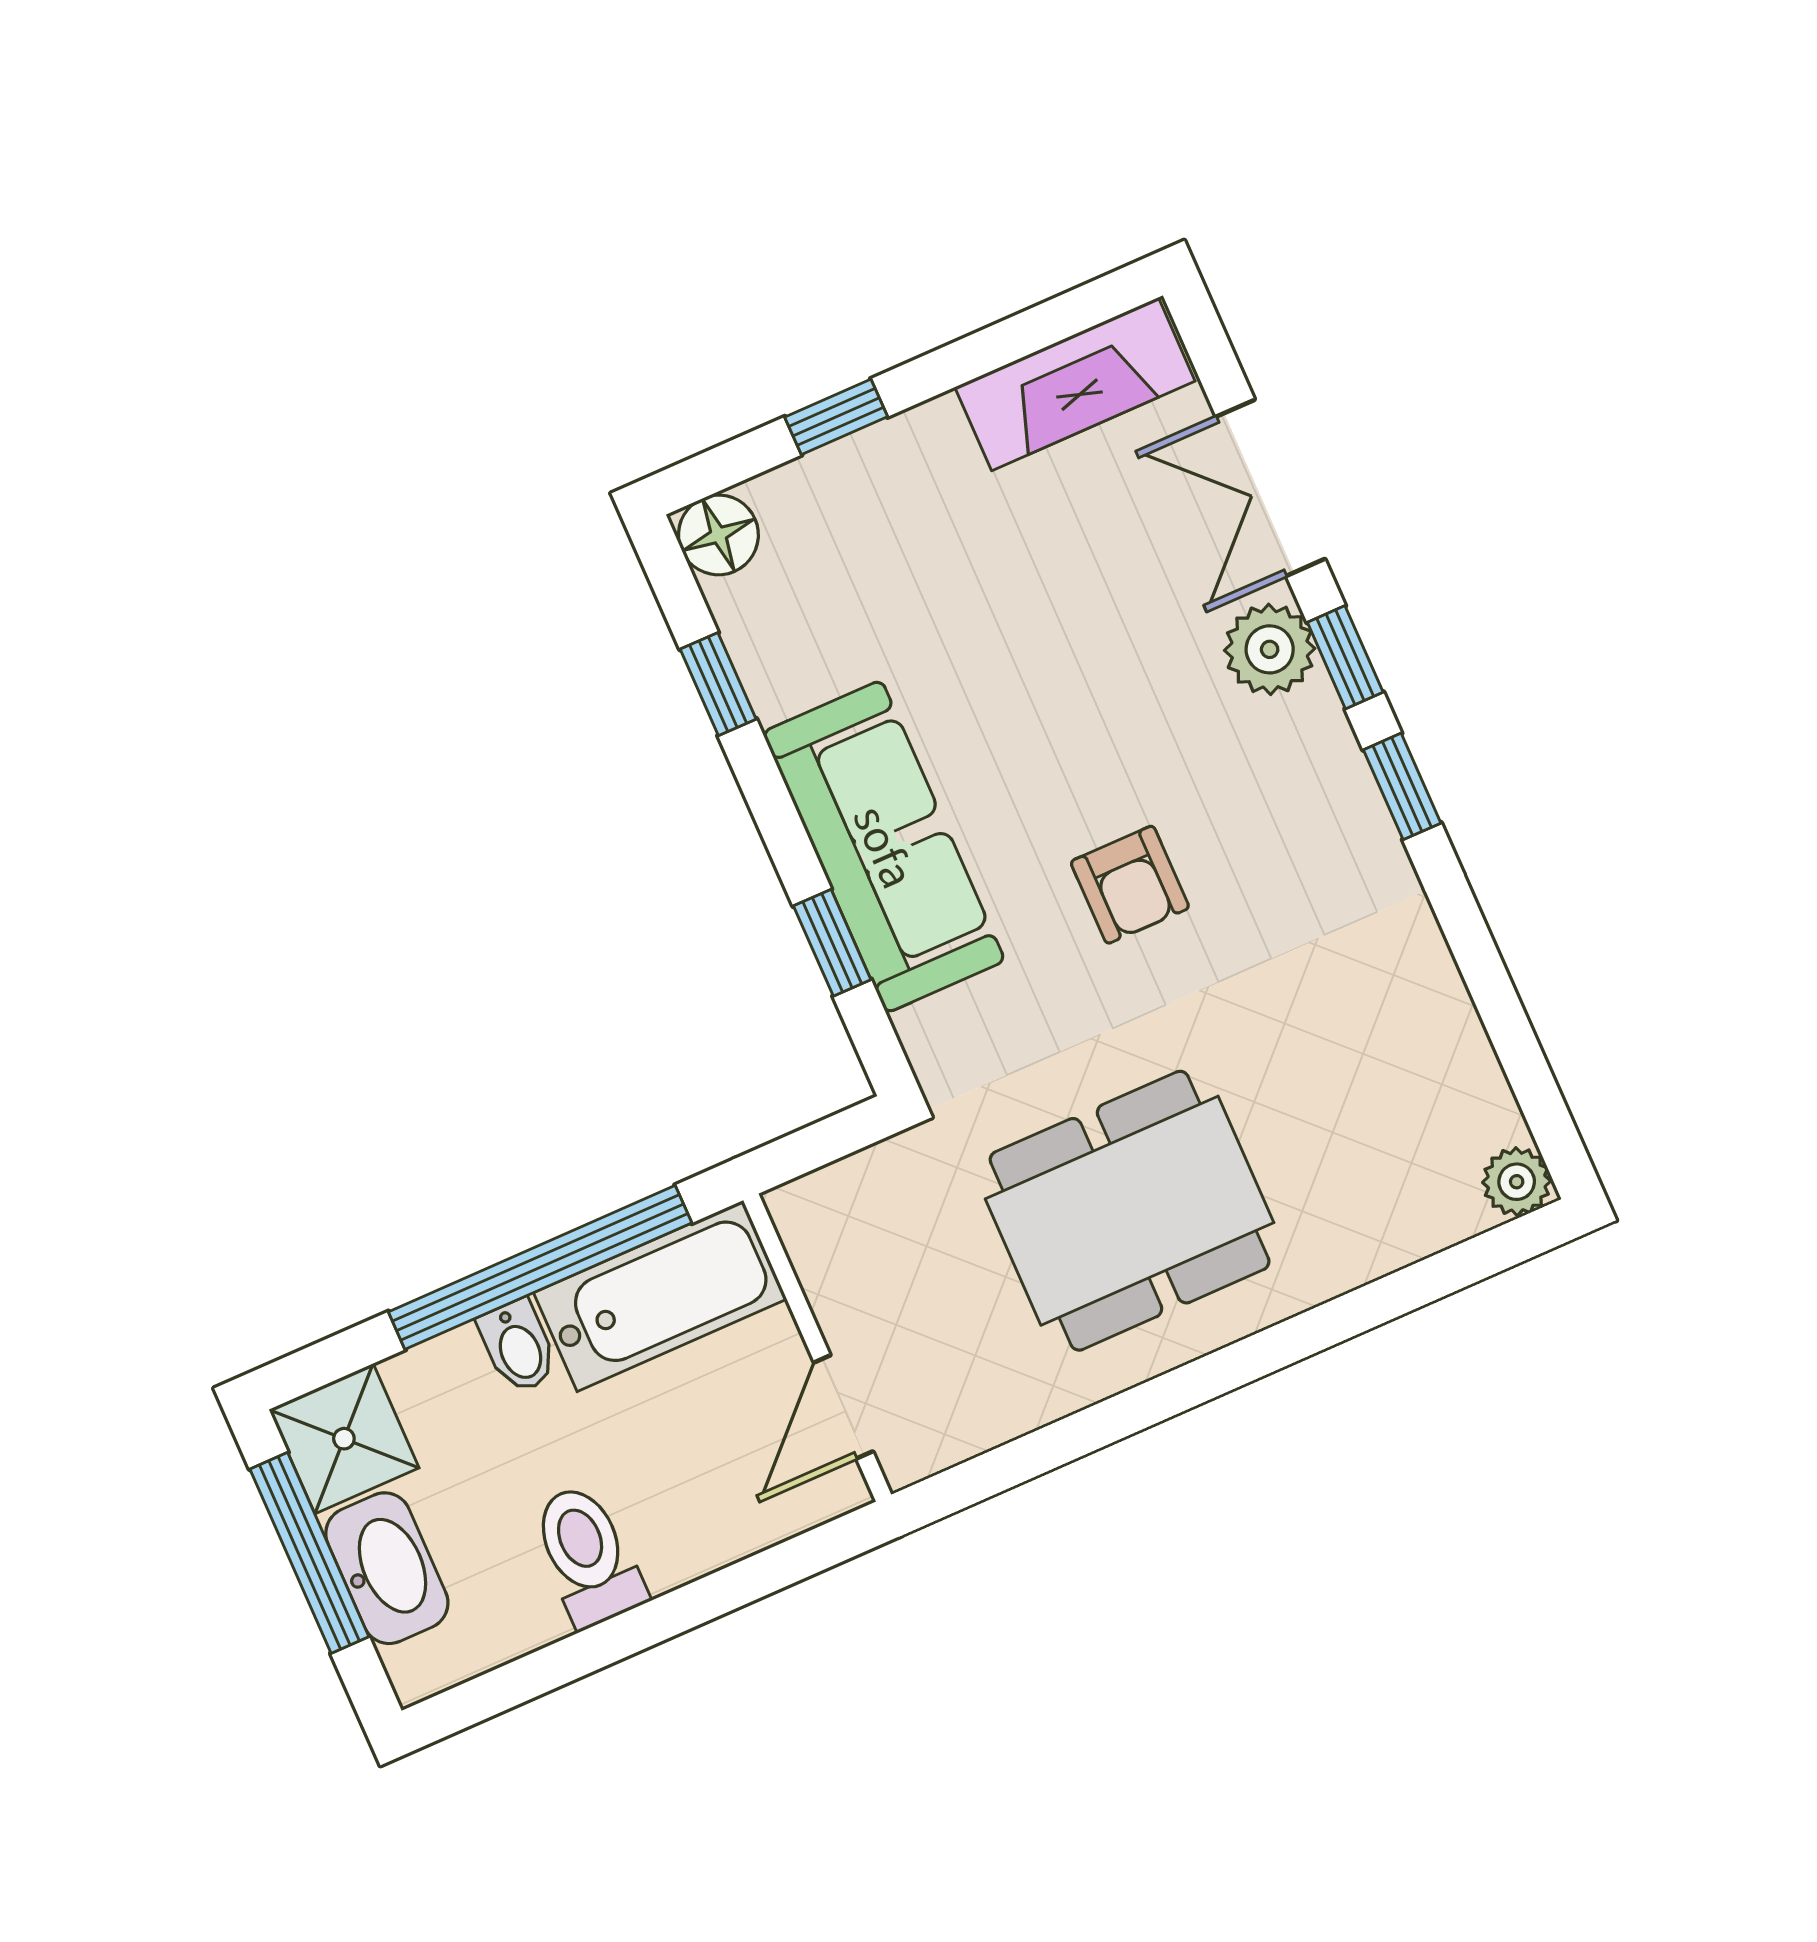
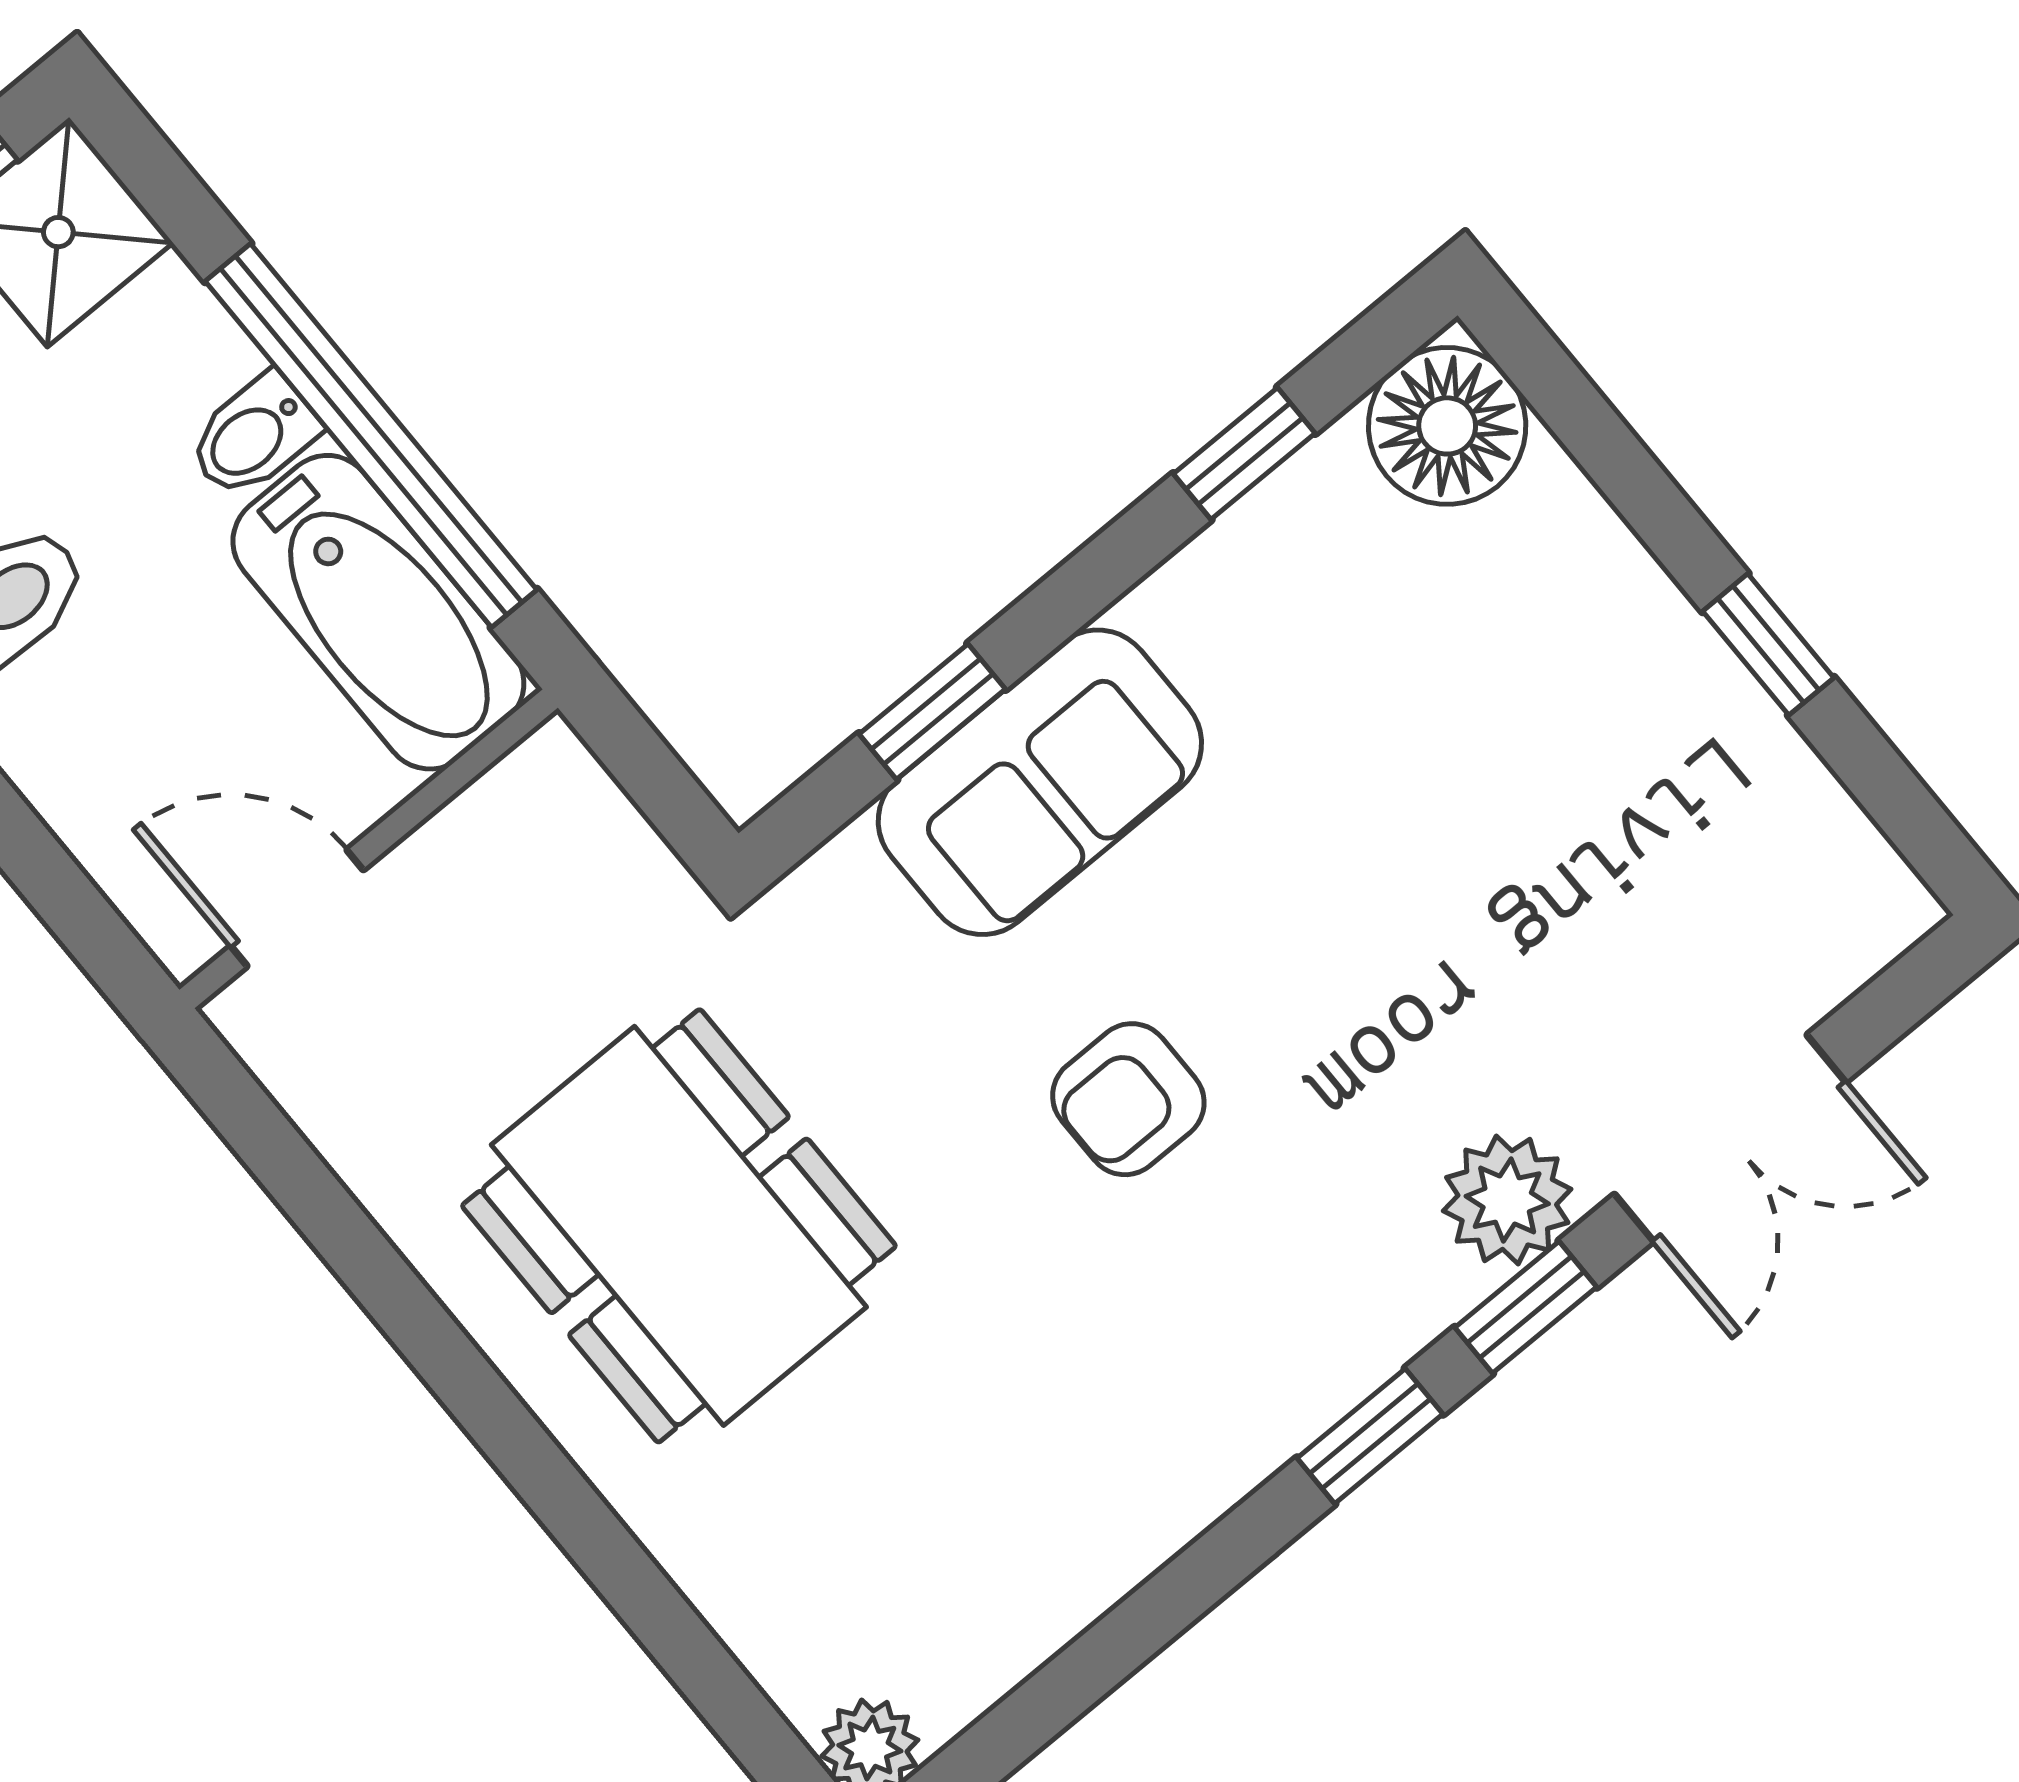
fireplace: (1075, 384) -> (1797, 828), removed
window: (836, 417) -> (1768, 644), moved
double door: (1270, 488) -> (1730, 1138), swing flipped
floor lamp: (718, 535) -> (1447, 426), width x1.38, depth x1.38
sofa: (884, 847) -> (1040, 782), width x0.73

